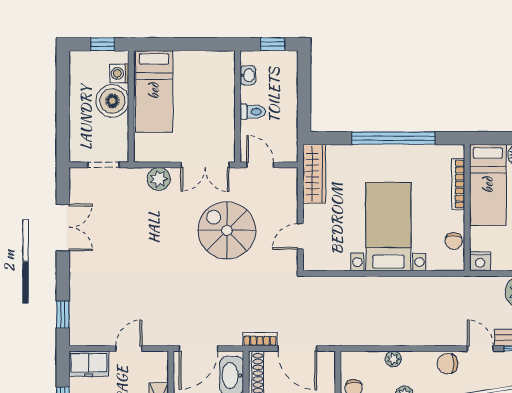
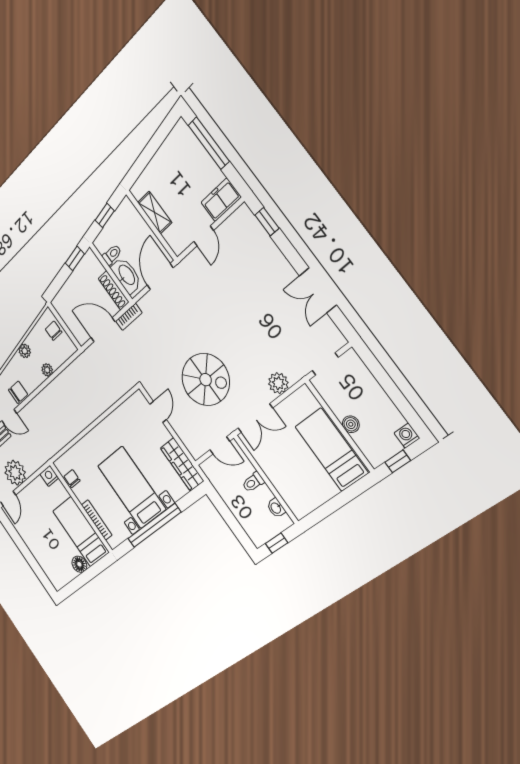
washing machine: (119, 73) -> (407, 436), moved, turned -90
boiler: (112, 101) -> (351, 424), width x0.54, depth x0.54
double door: (205, 165) -> (255, 418), swing flipped
bed with nightstands: (388, 227) -> (132, 487), moved, turned 180

